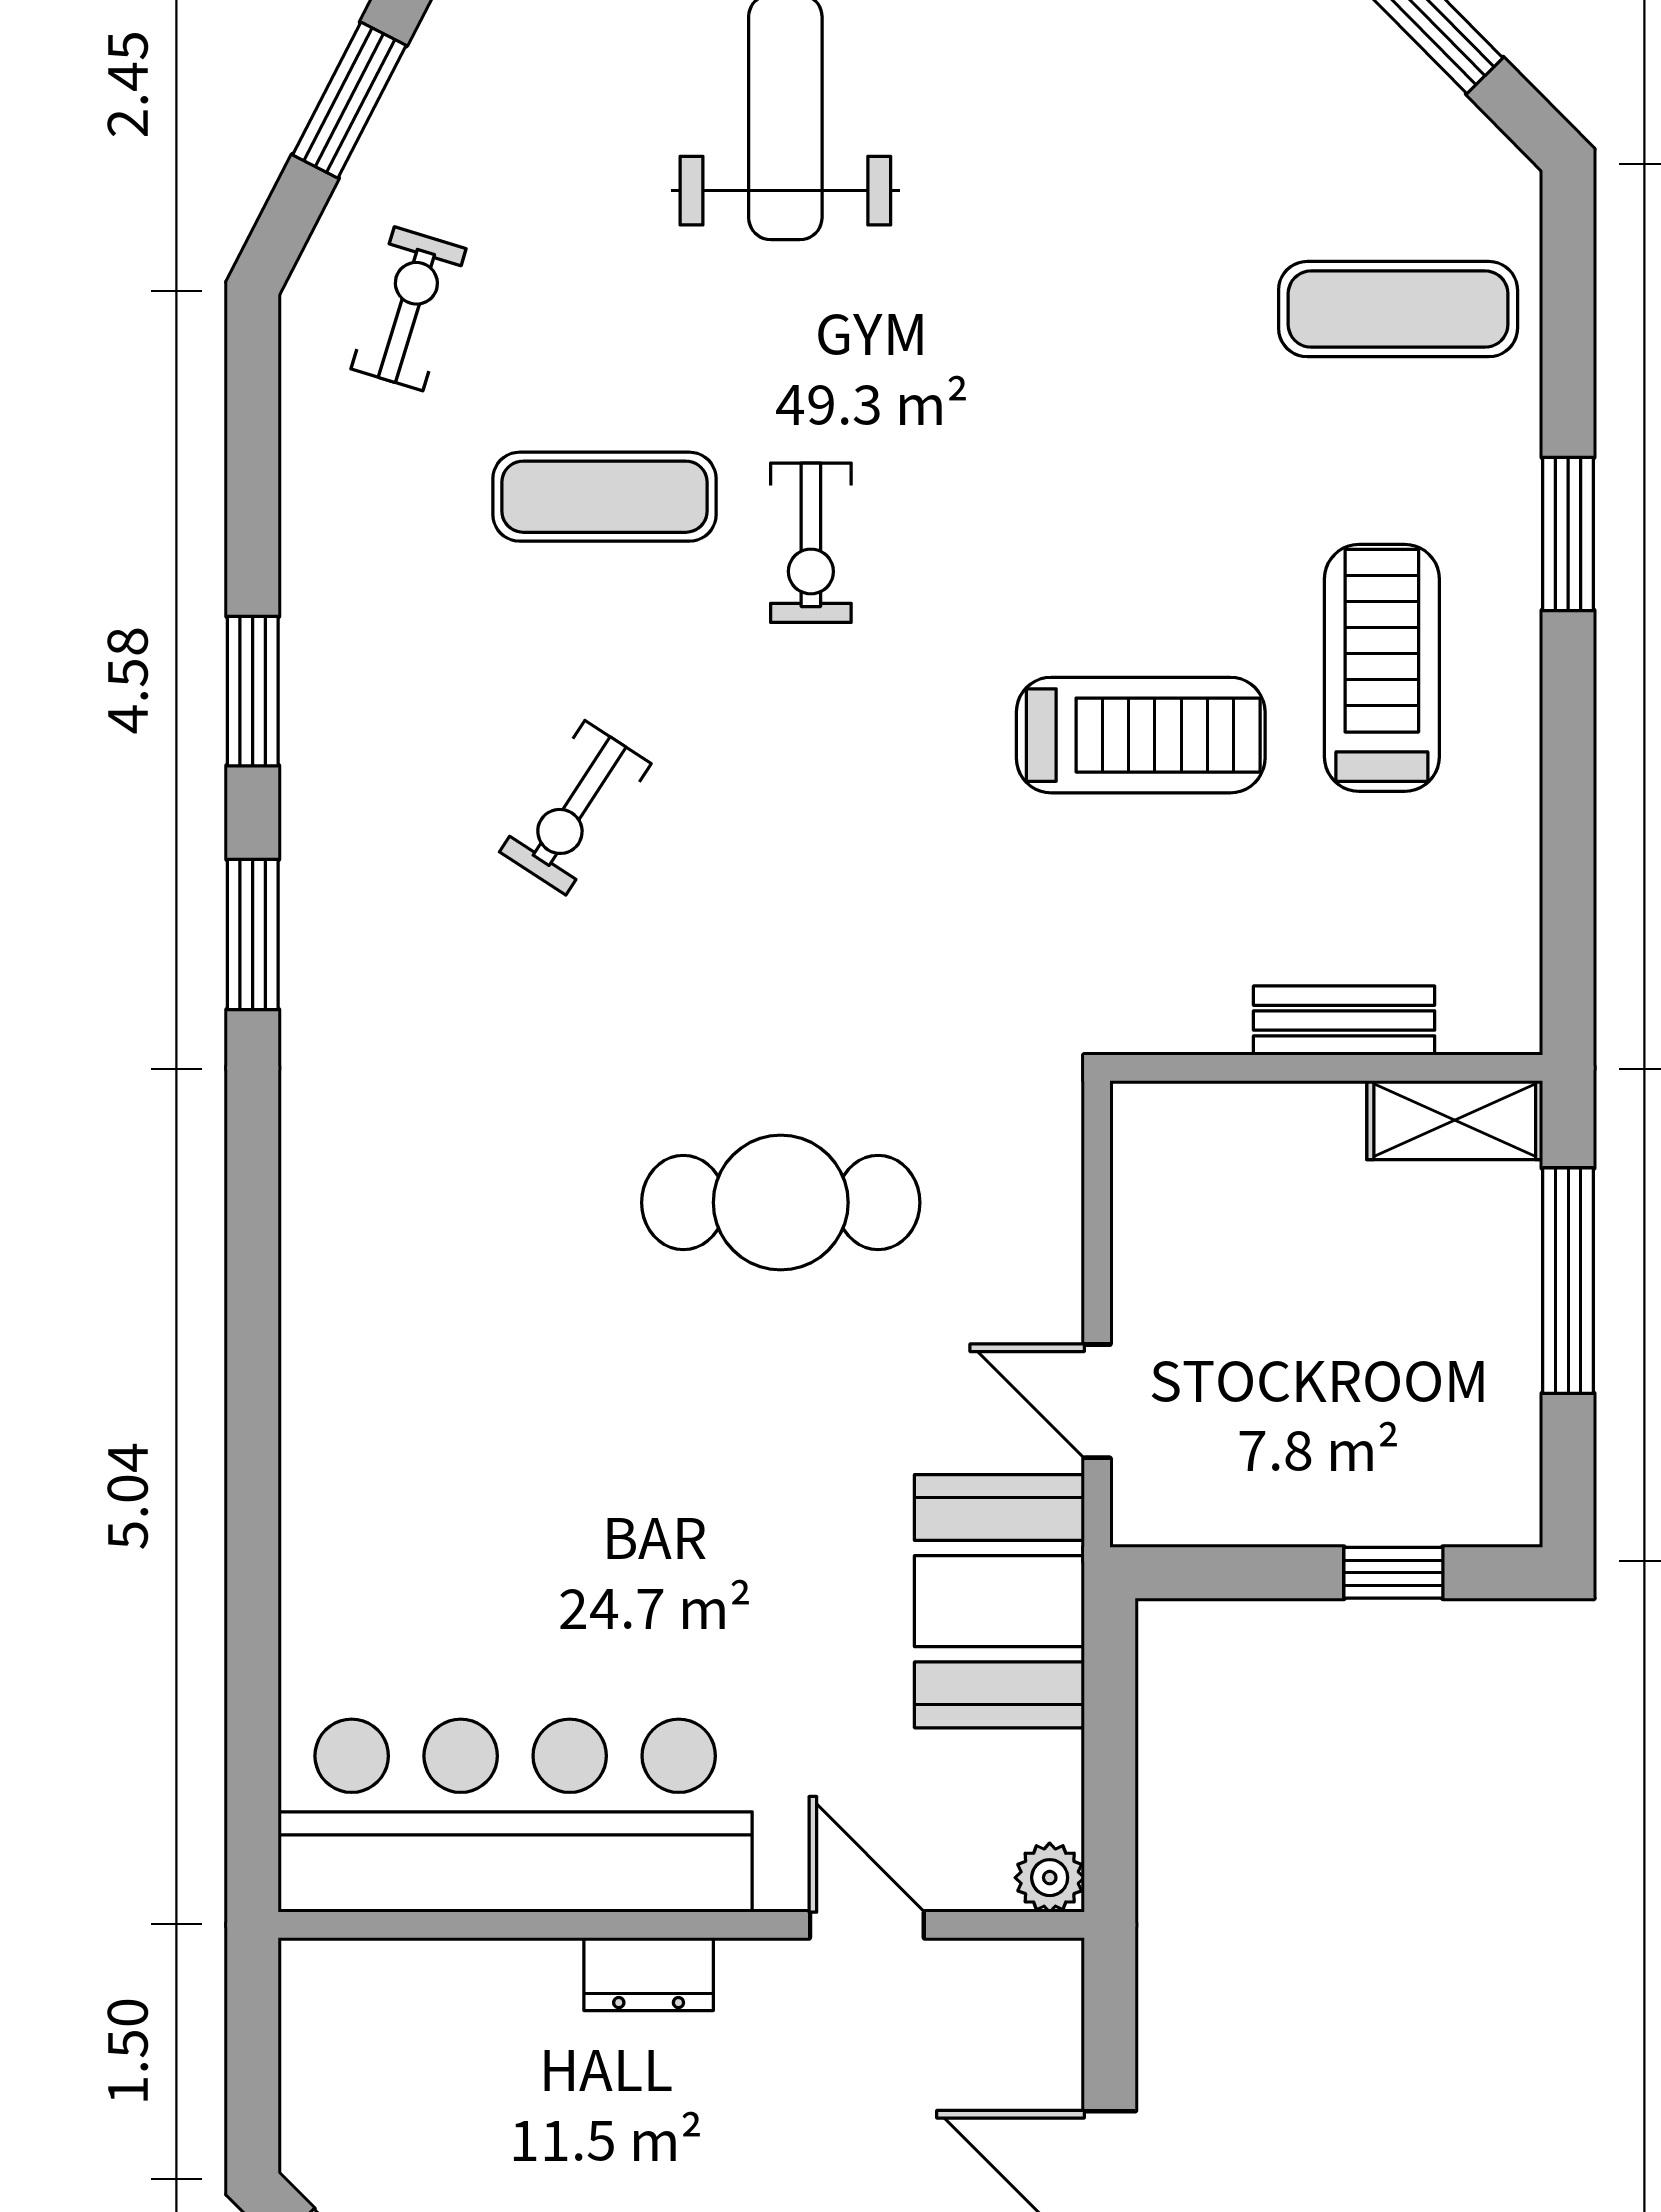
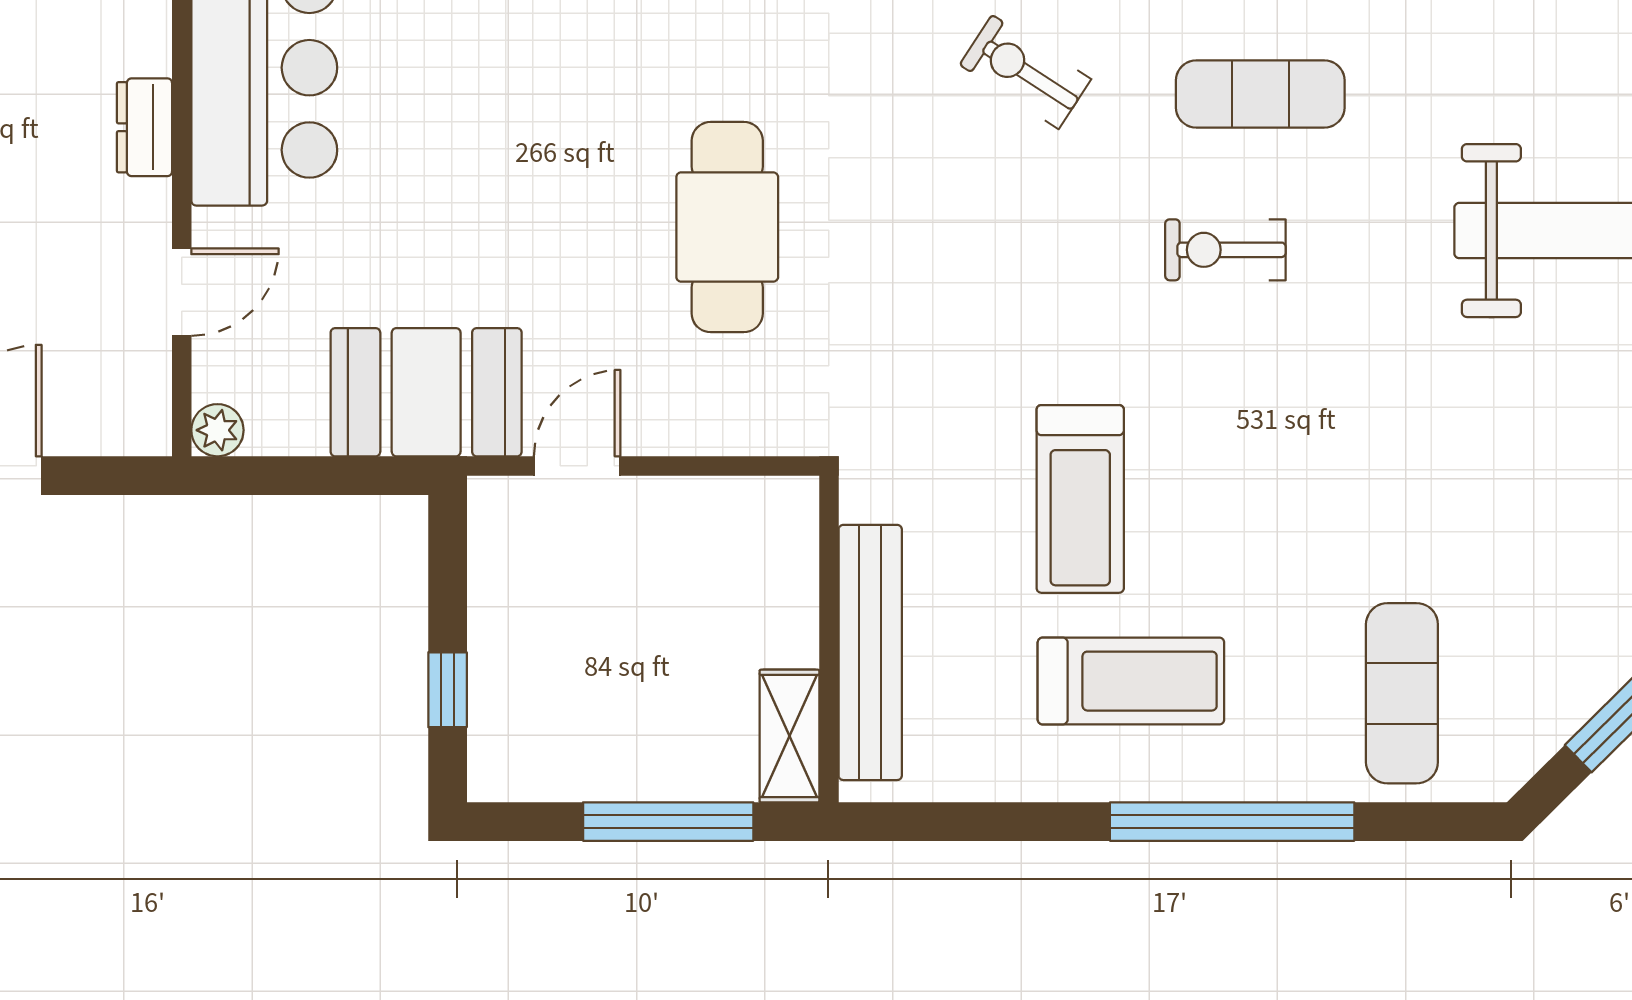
exercise mat: (605, 497) -> (1260, 94), turned 90
window: (1568, 534) -> (1232, 822), width x2.11
bench: (1344, 1021) -> (870, 652), width x1.86, depth x1.21

